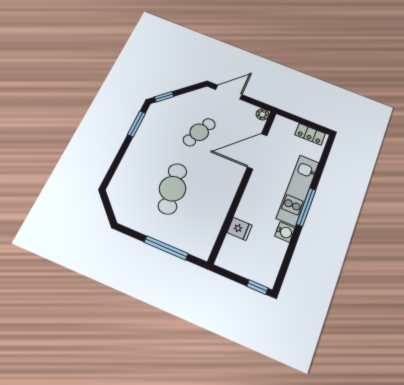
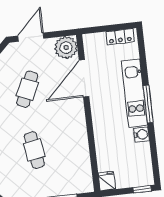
plant: (262, 114) -> (66, 48), width x1.88, depth x1.88
cafe table: (173, 189) -> (34, 150), width x0.73, depth x0.74
fridge: (240, 229) -> (107, 181), moved, turned -90

